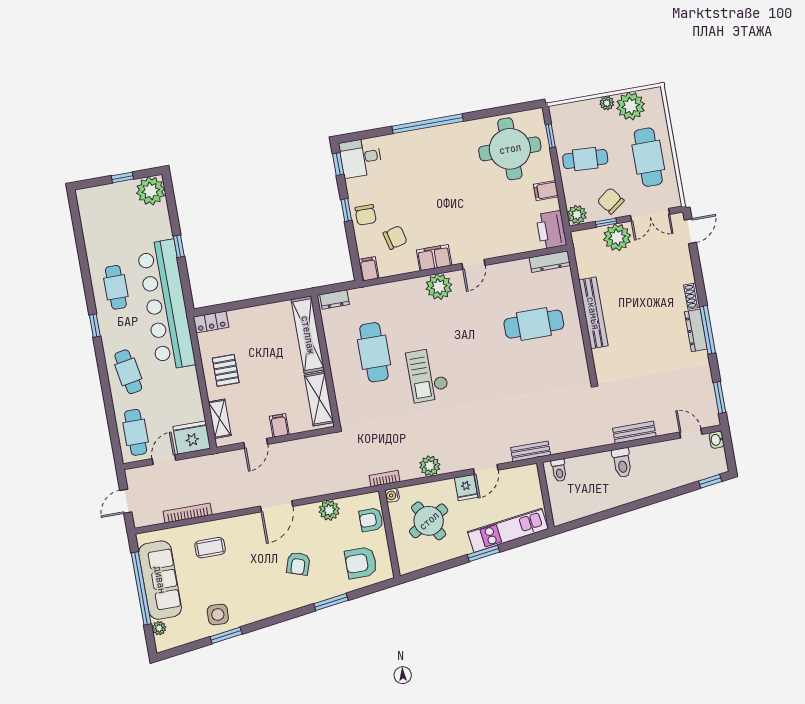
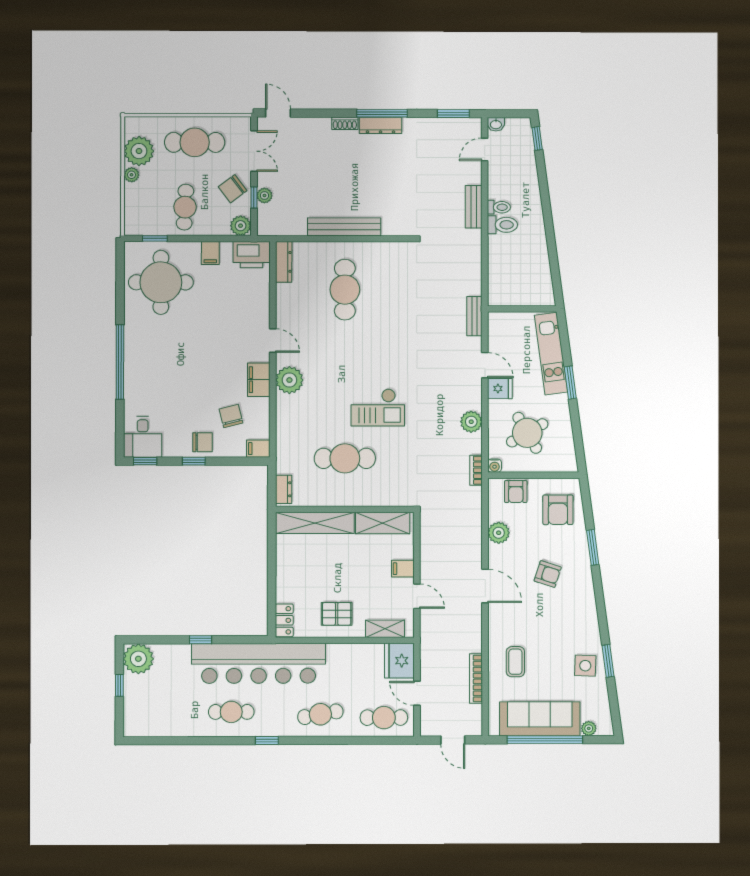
plant: (617, 237) -> (264, 195), width x0.53, depth x0.53
toilet: (559, 470) -> (499, 207), moved

